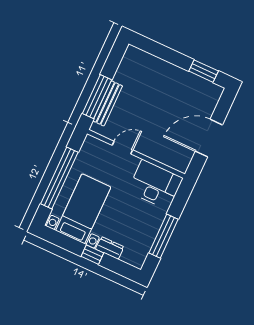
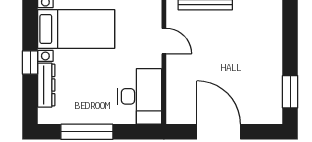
dresser: (110, 248) -> (46, 85), width x1.44

